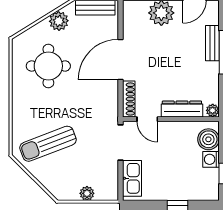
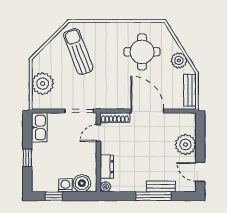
dresser: (182, 109) -> (107, 167), width x0.70
kitchen sink: (132, 178) -> (39, 127), moved, turned -90
plant: (87, 193) -> (43, 84), width x1.88, depth x1.88

